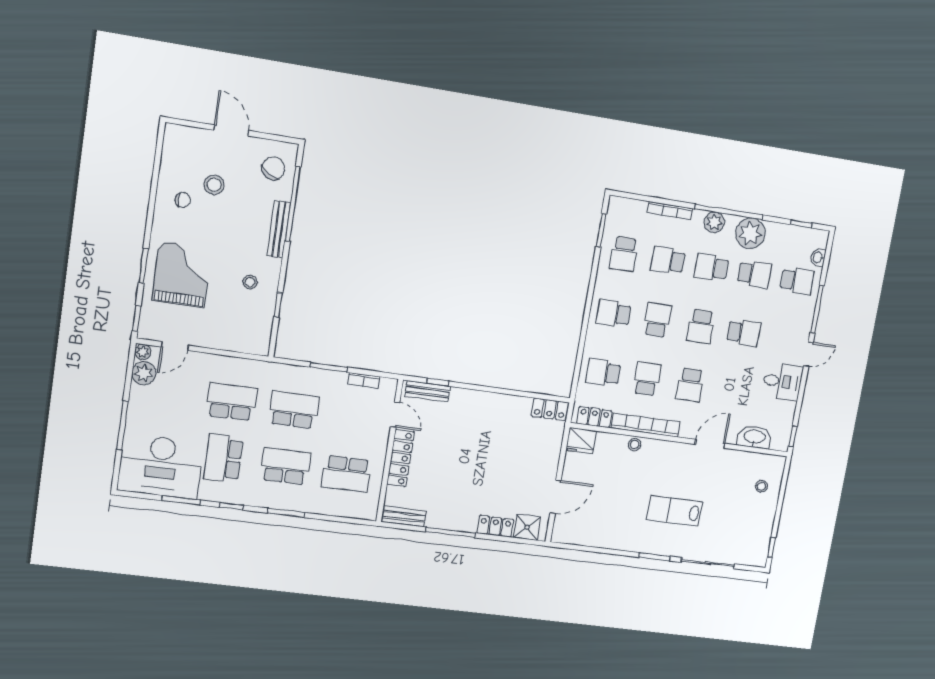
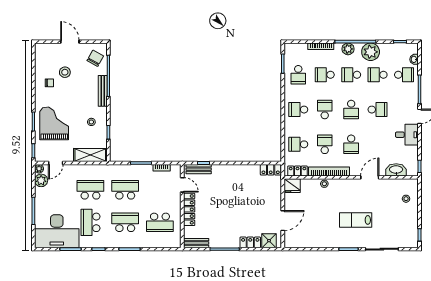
school desk: (754, 274) -> (378, 75), turned 180
shelving: (240, 341) -> (90, 155), added

